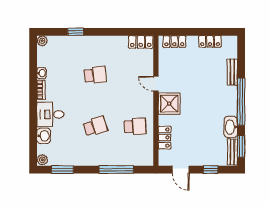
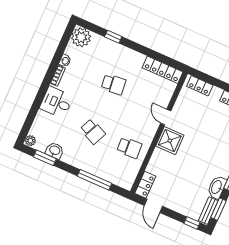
plant: (42, 41) -> (81, 37), width x1.87, depth x1.87
locker: (141, 42) -> (163, 70), width x1.53
school desk: (95, 126) -> (93, 131), turned 42
washbasin: (44, 136) -> (55, 151), moved, turned -90
locker: (165, 138) -> (145, 185), moved
window: (211, 170) -> (192, 223), moved

